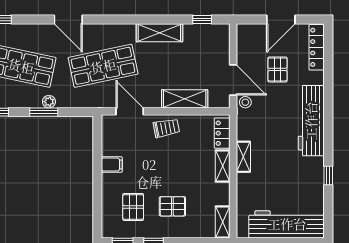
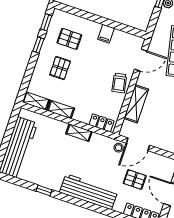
shelving: (223, 166) -> (61, 109), moved

